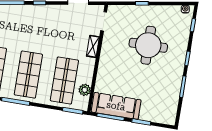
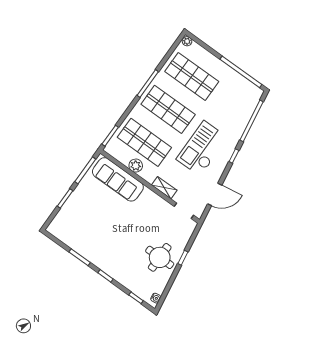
checkout: (46, 32) -> (202, 148), added
round table: (148, 45) -> (160, 257), moved, width x0.73, depth x0.73
plant: (85, 90) -> (136, 166), moved
sofa: (116, 106) -> (118, 179), moved, turned 90

